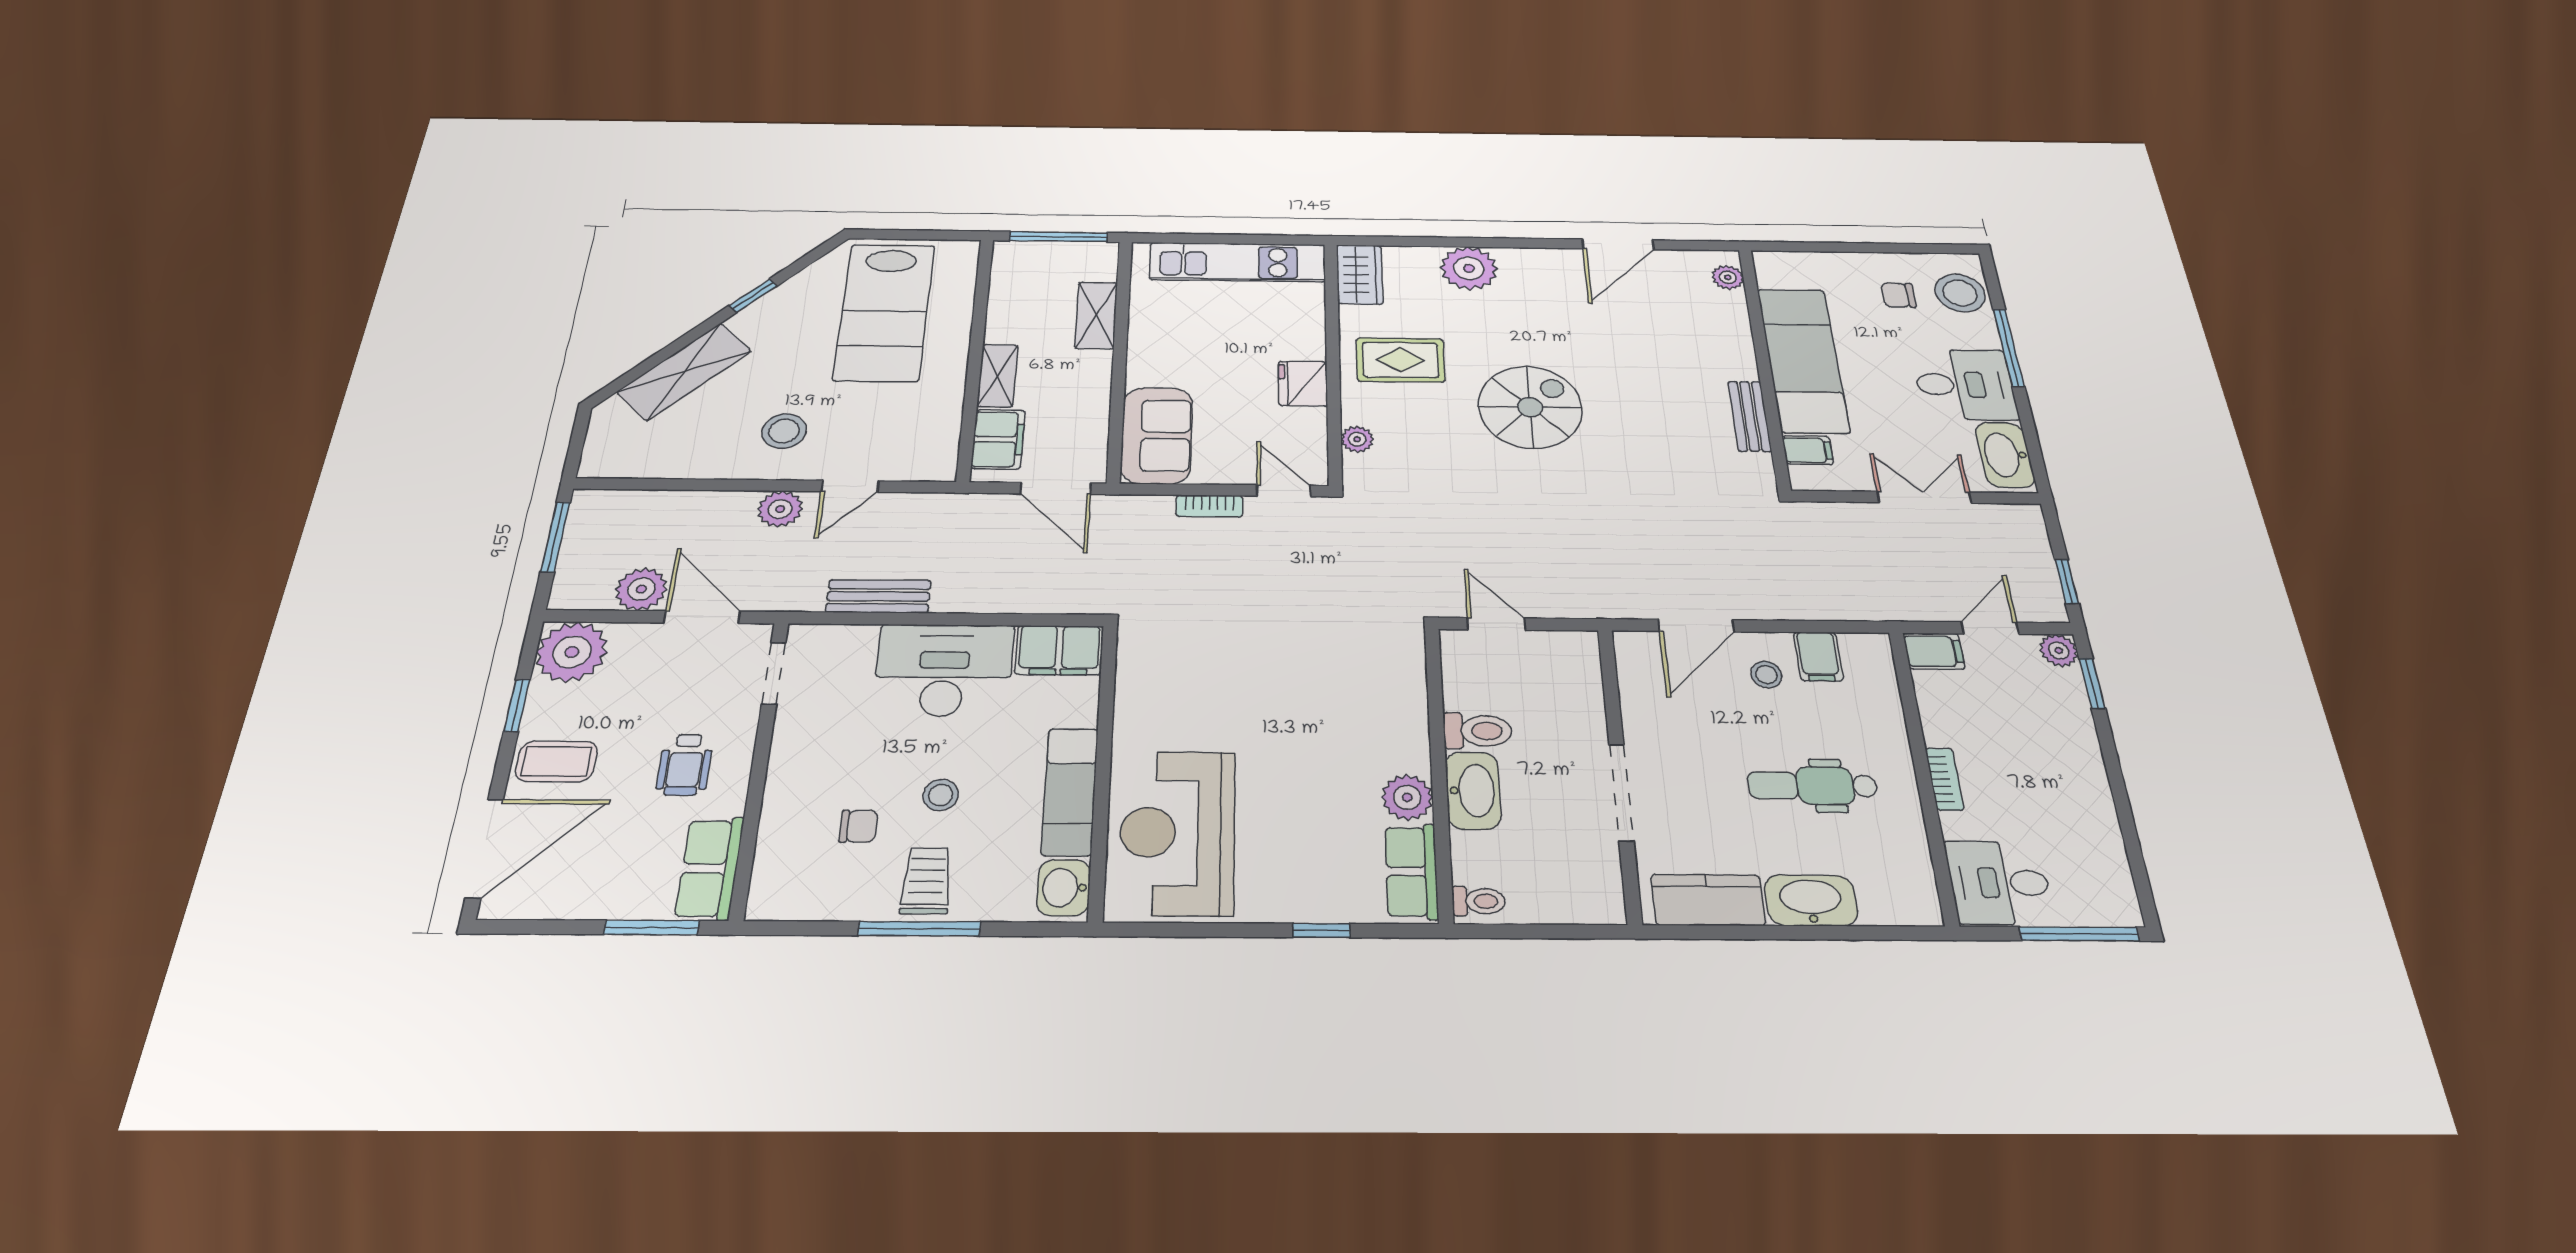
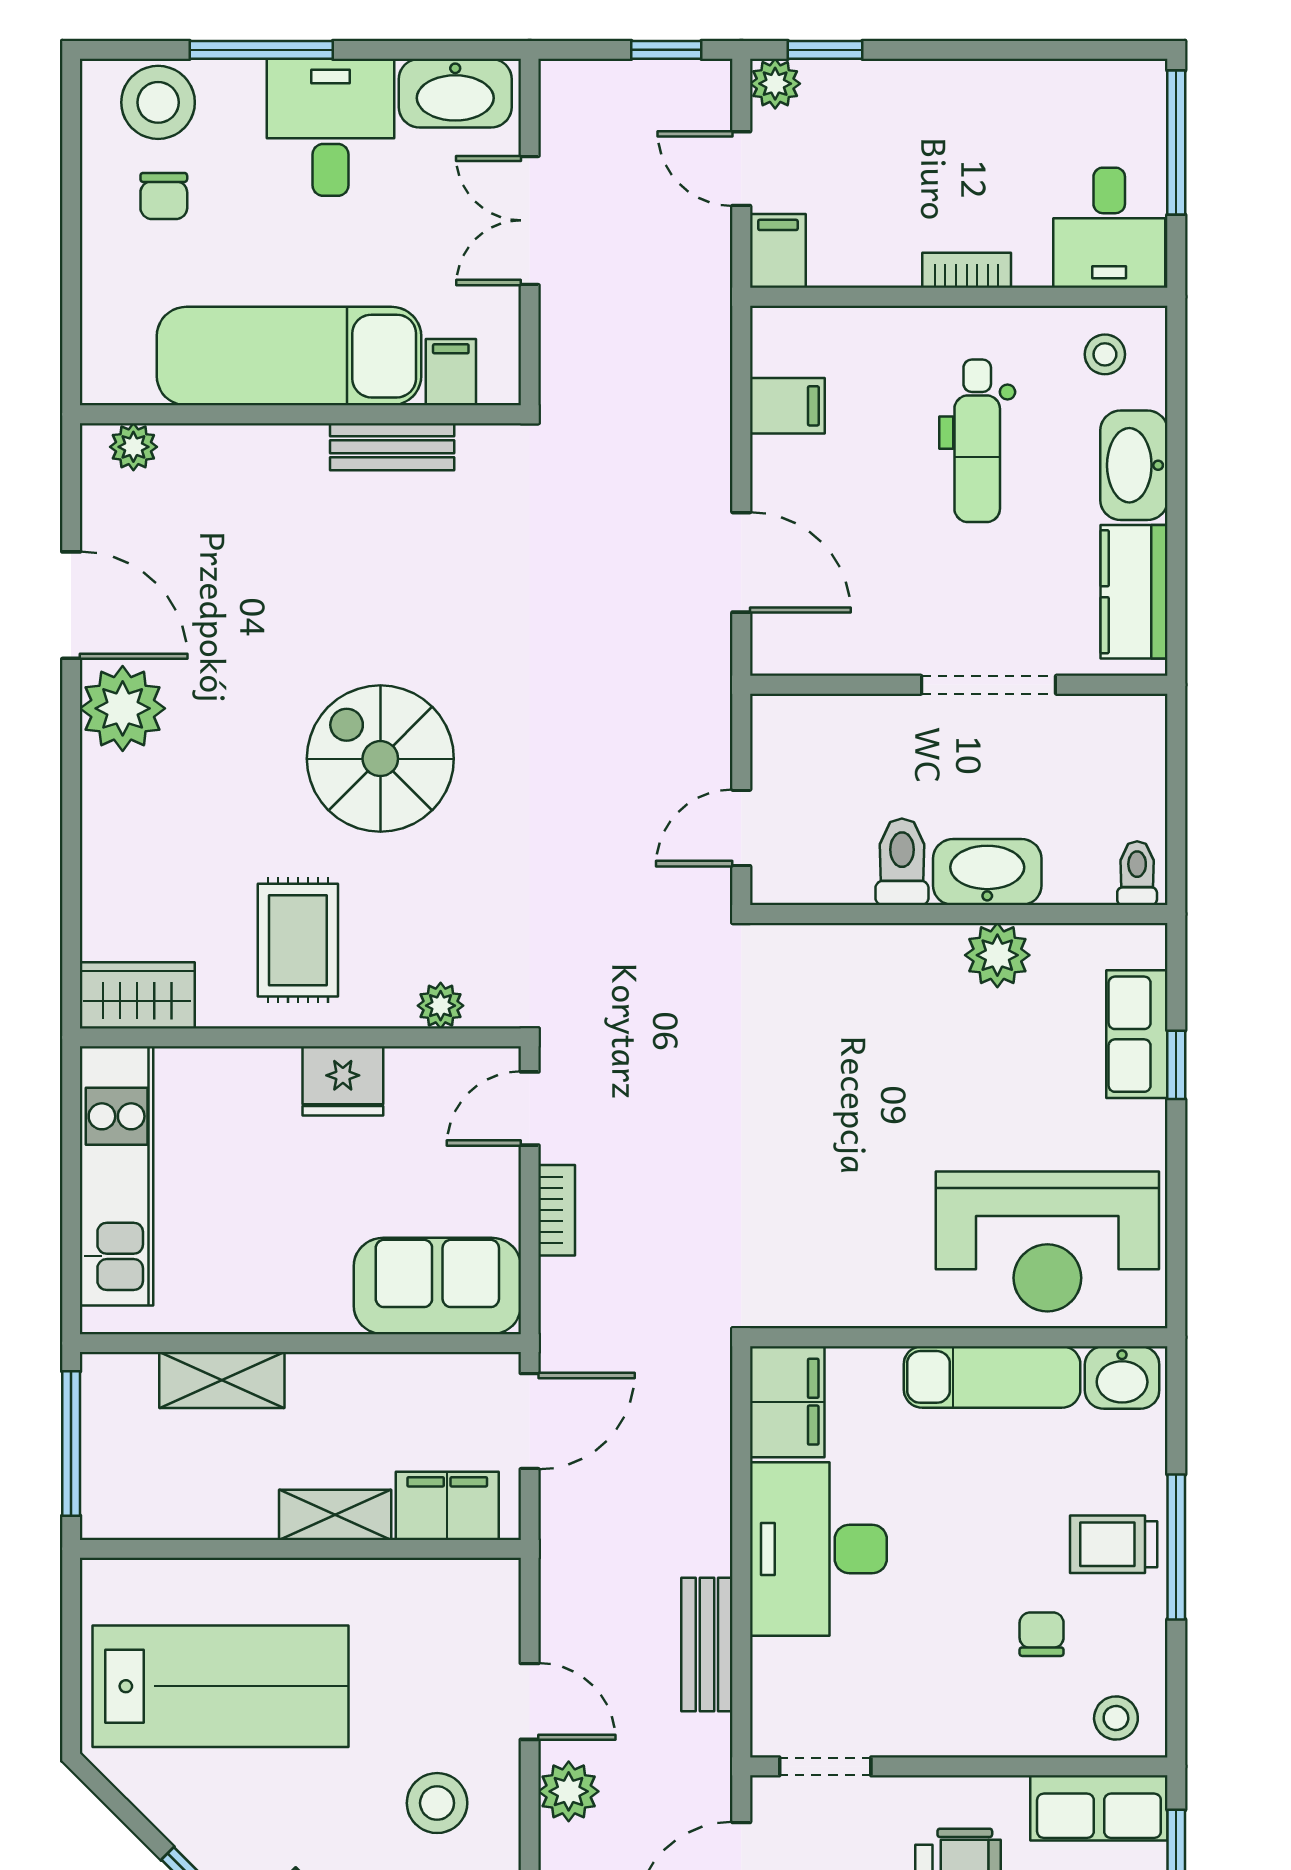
plant: (1469, 268) -> (123, 708), moved
stool: (1766, 675) -> (1105, 354), moved
stool: (941, 795) -> (1116, 1718), moved
row of seats: (1412, 871) -> (1137, 1034), moved, turned 90

